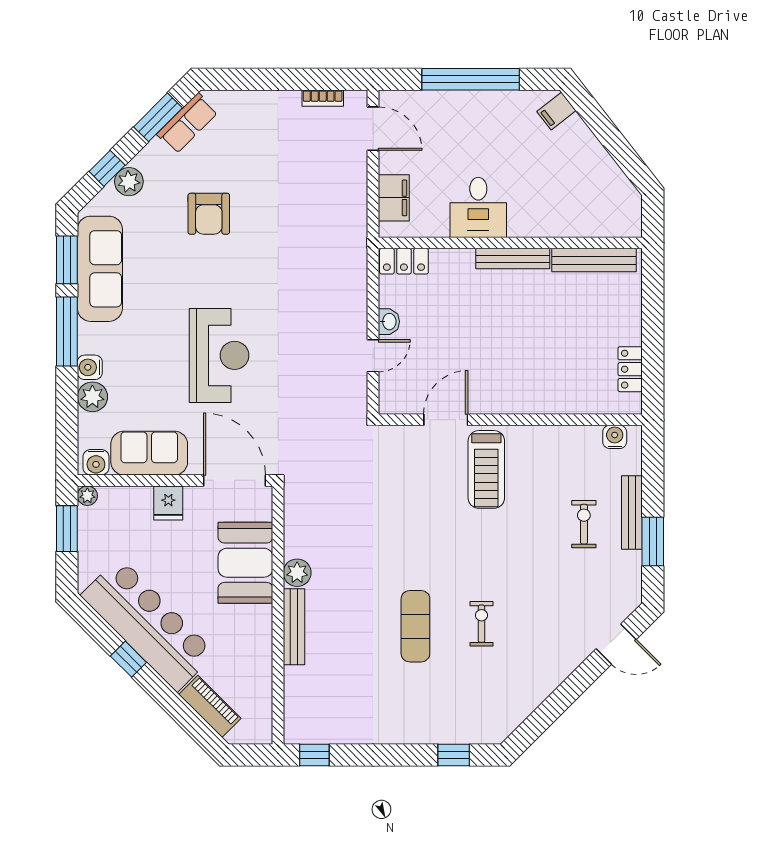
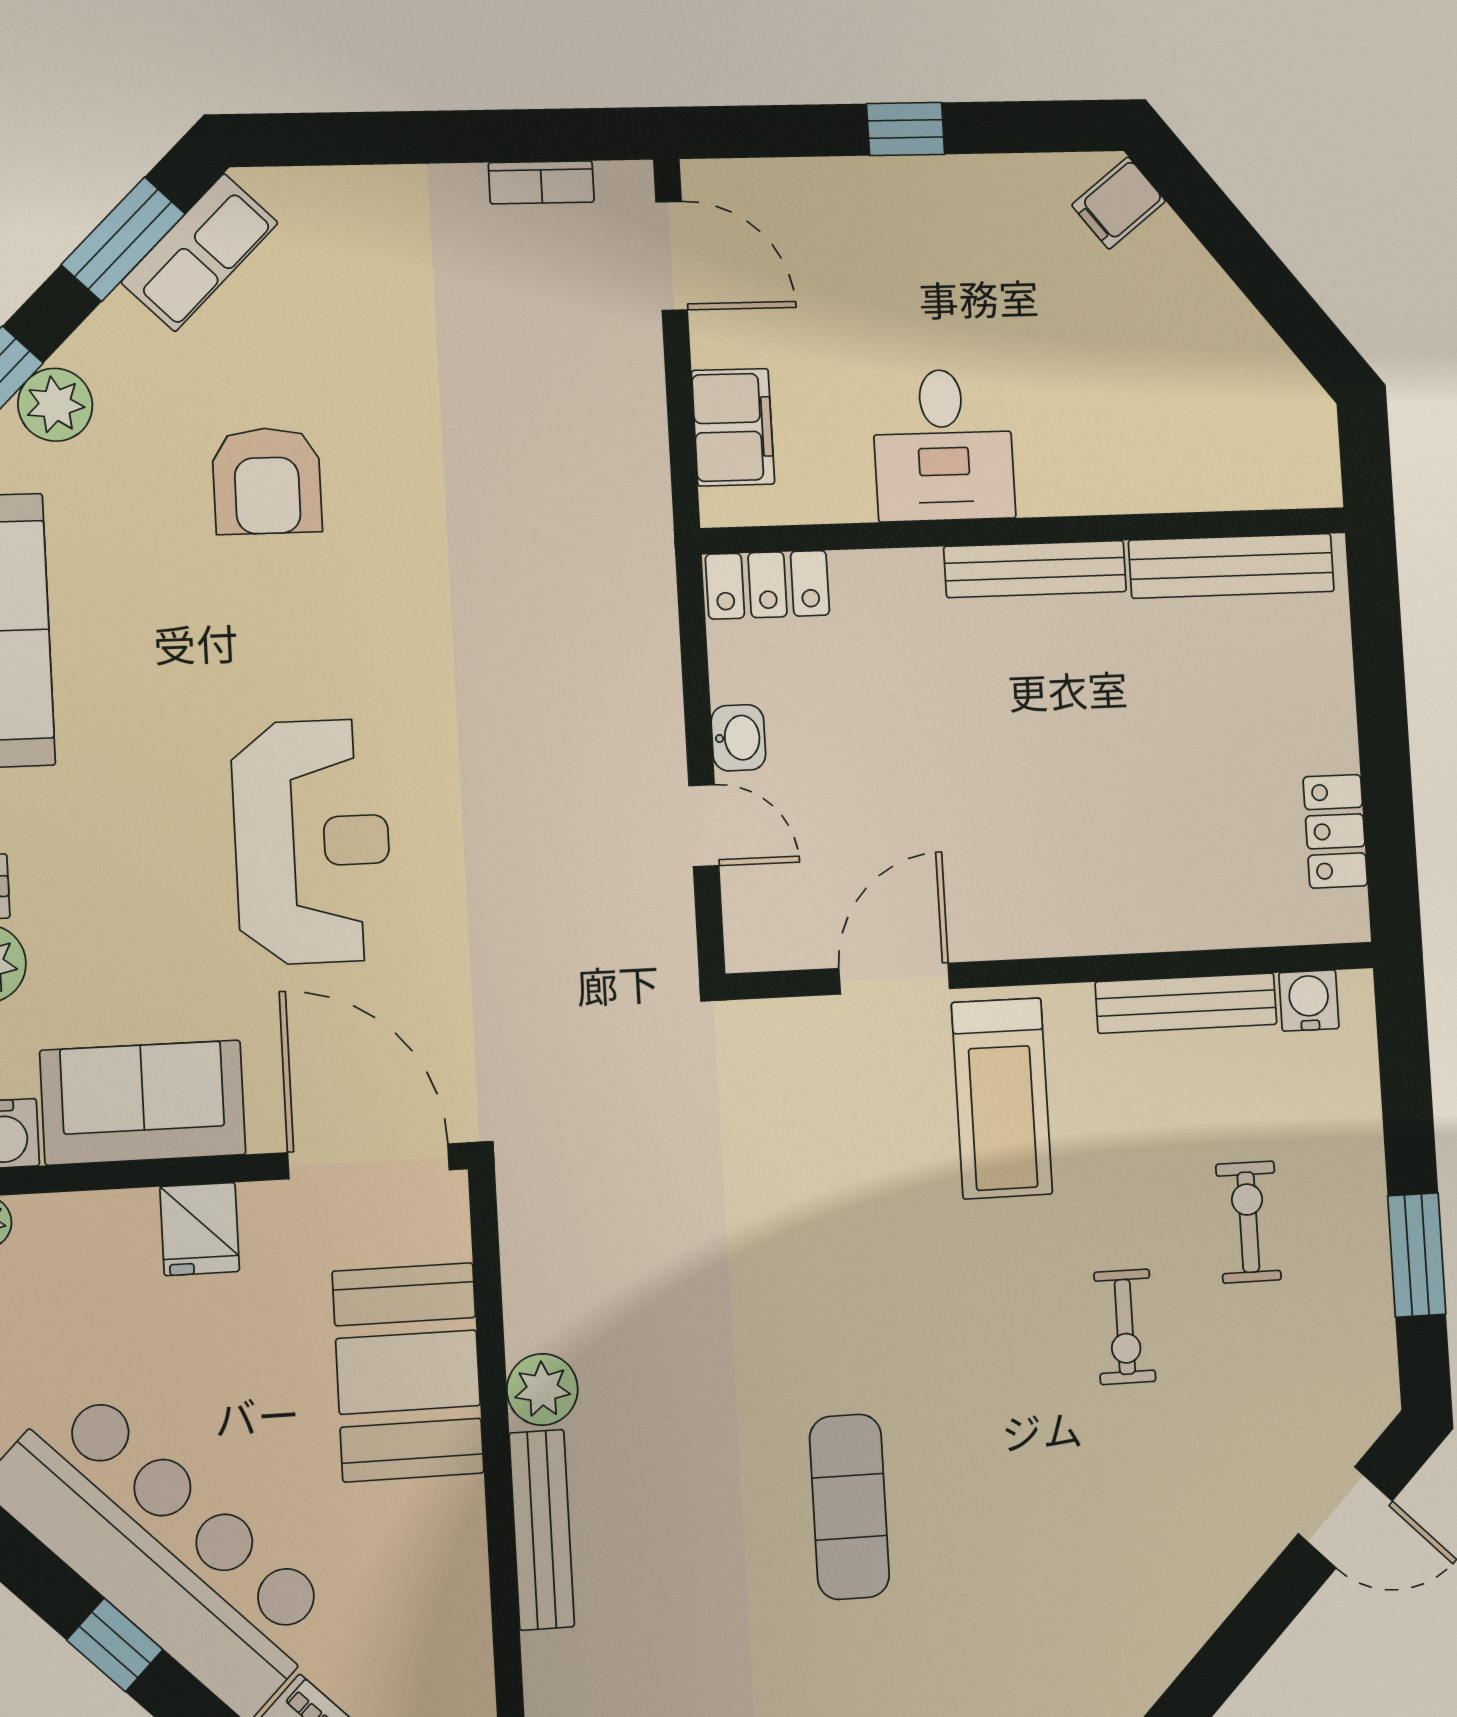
window: (471, 79) -> (906, 129), width x0.32
door: (373, 356) -> (704, 826), hinge flipped
bench: (632, 513) -> (1186, 1003), moved, turned 90
exercise bike: (481, 624) -> (1125, 1327), moved, turned 180

